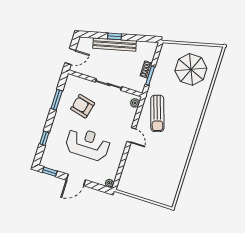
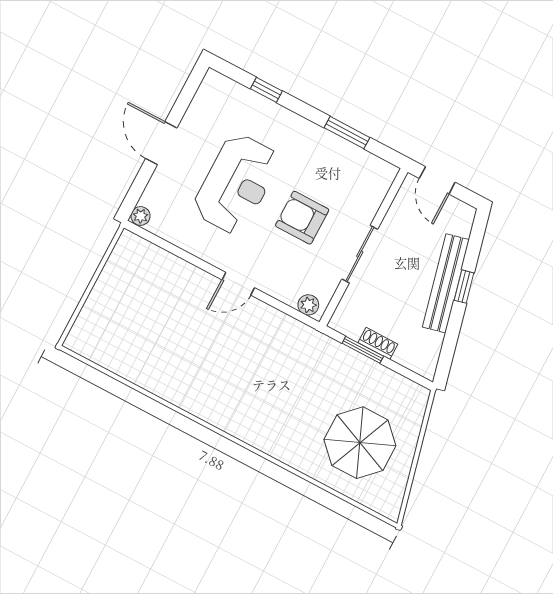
armchair: (83, 106) -> (302, 218), moved, turned -104
sun lounger: (157, 113) -> (276, 350), removed
window: (50, 172) -> (190, 89), removed

